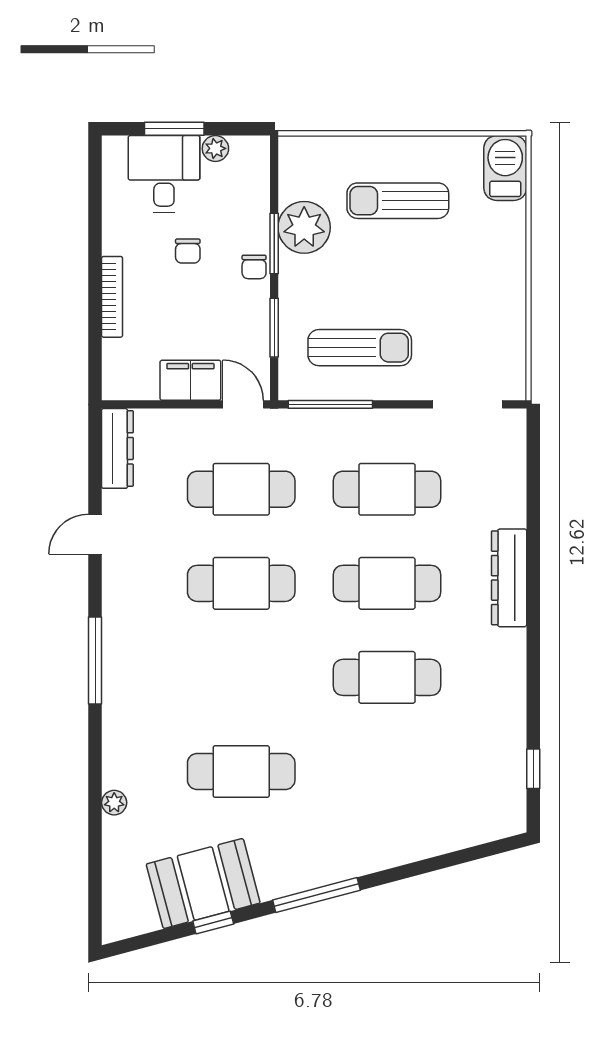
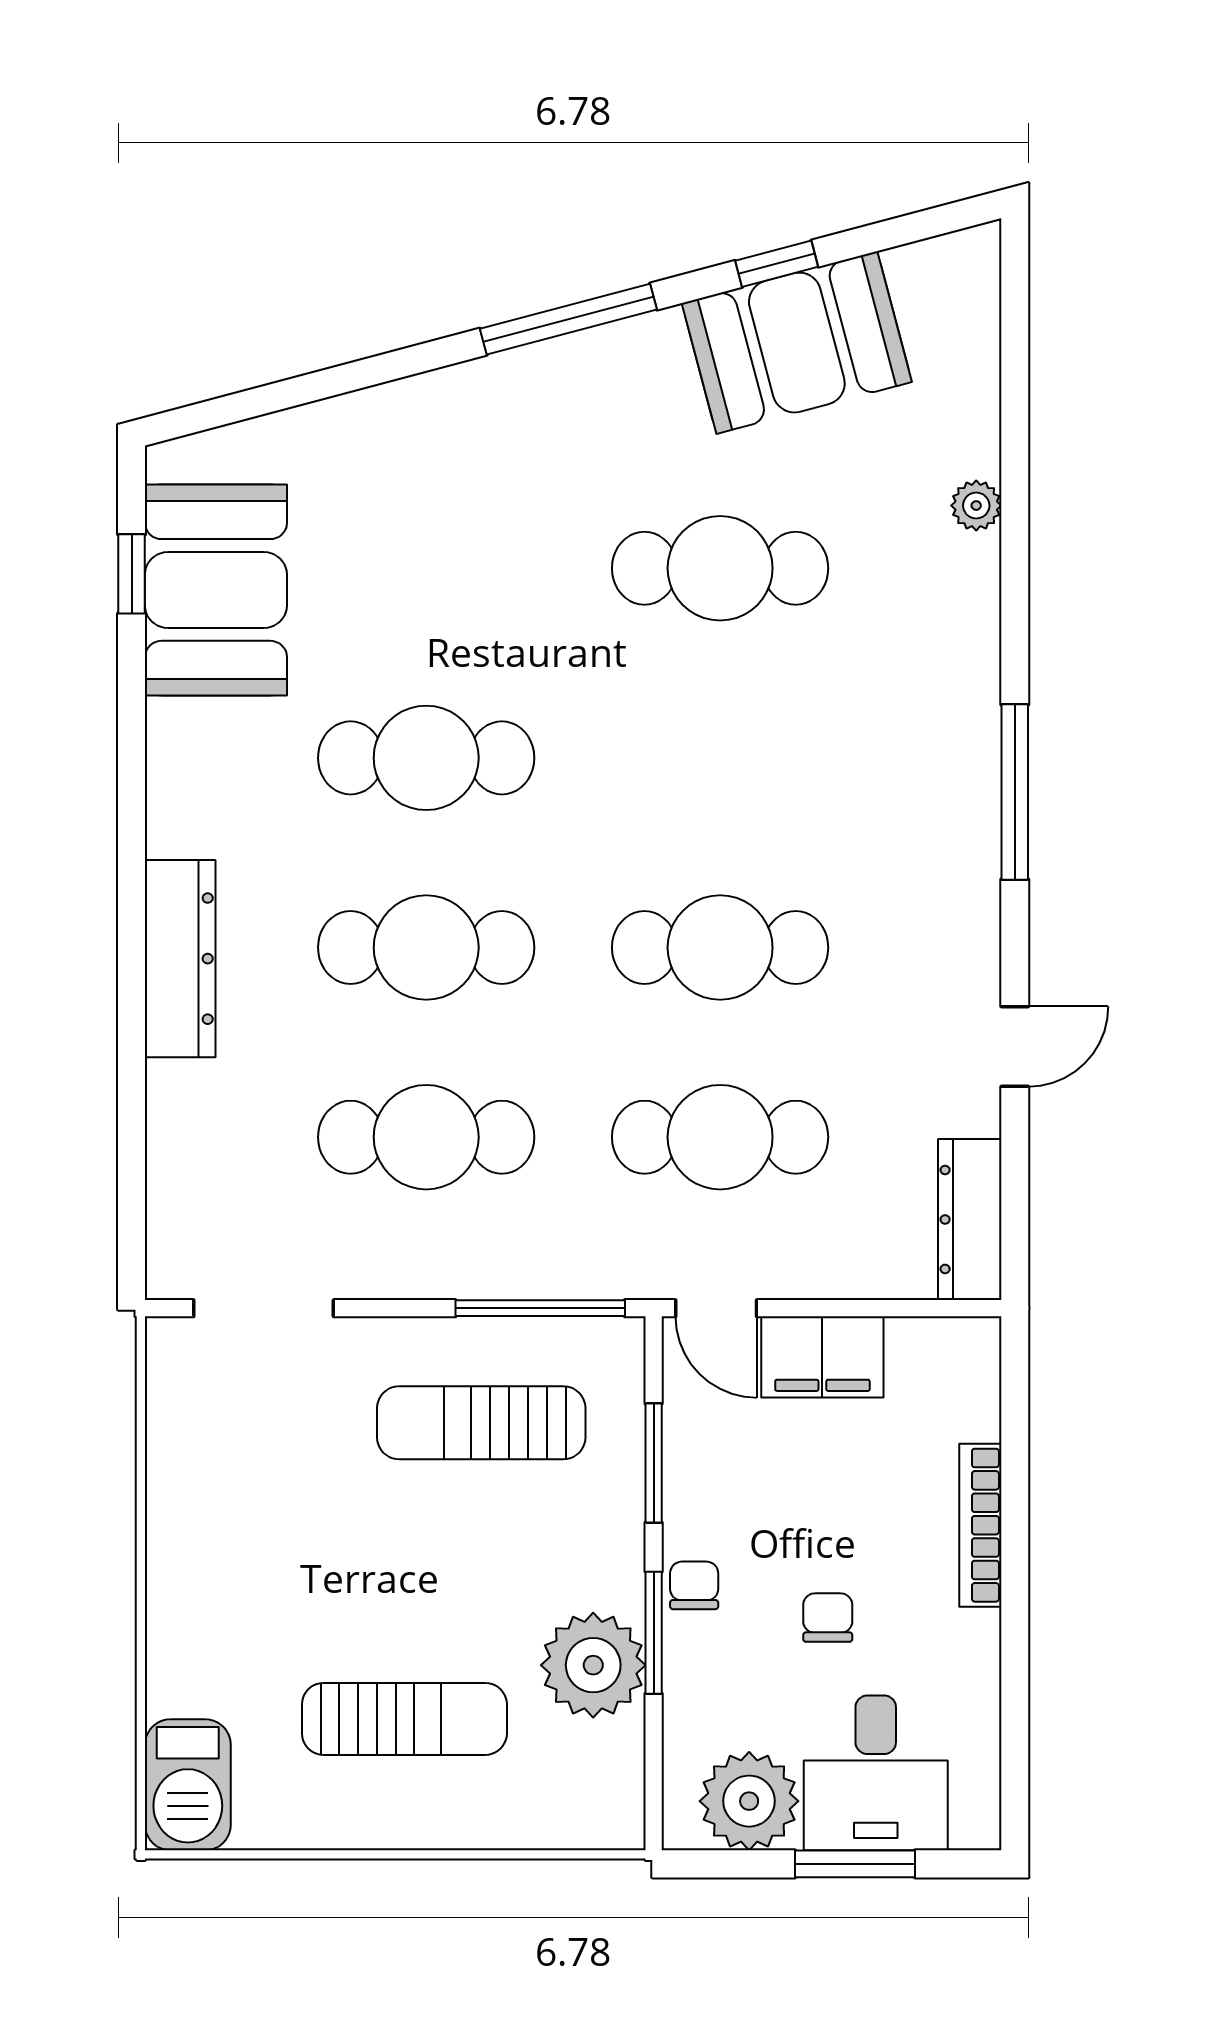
plant: (215, 148) -> (749, 1801), width x1.88, depth x1.88
booth: (491, 761) -> (216, 590), added

